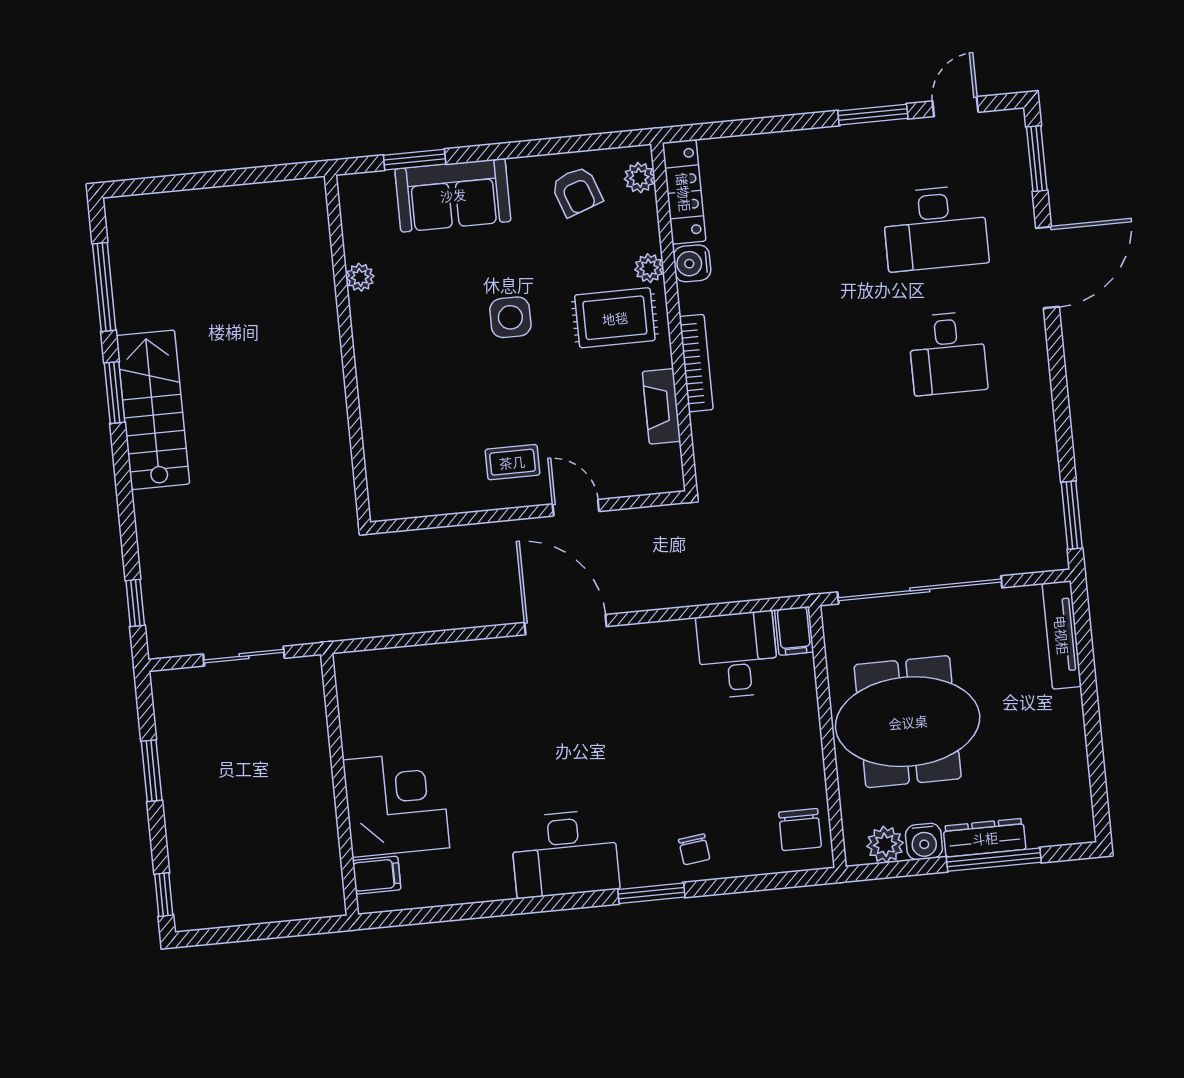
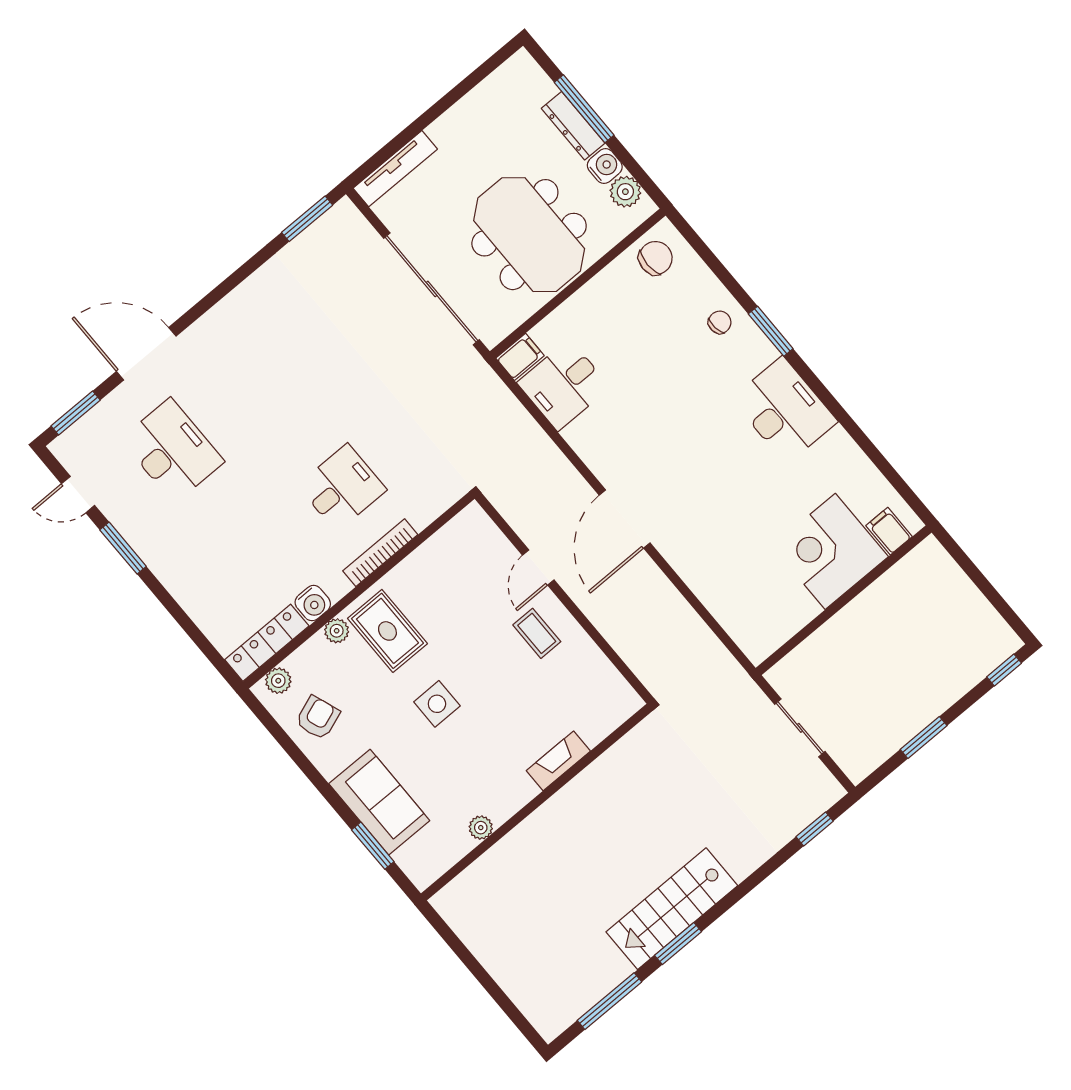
desk: (948, 353) -> (342, 488), moved
fireplace: (661, 406) -> (558, 761), moved, turned 180

